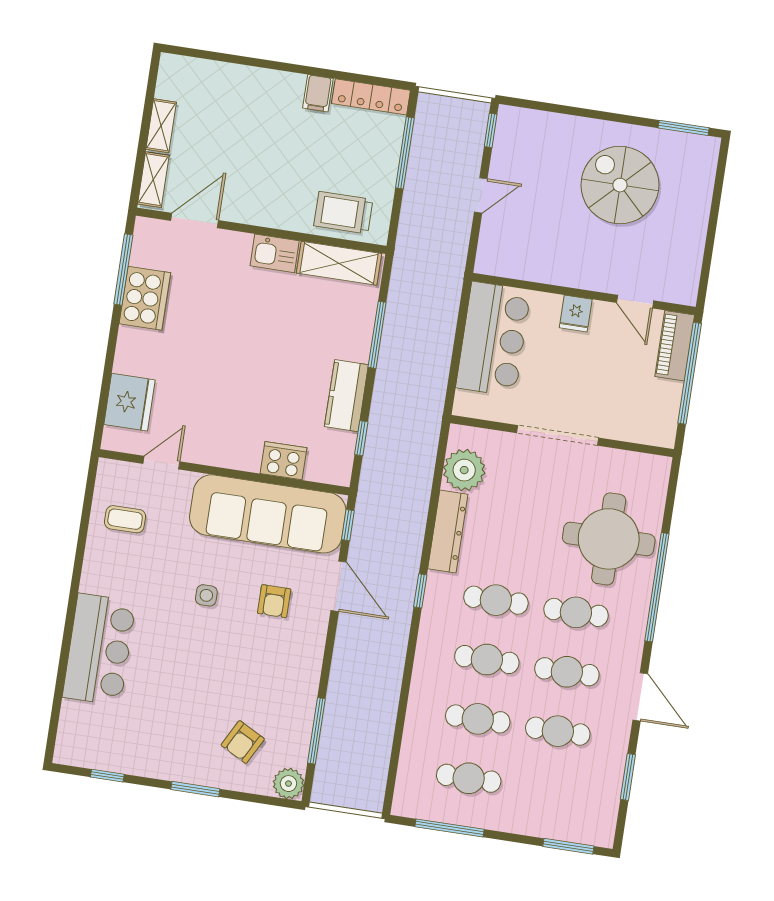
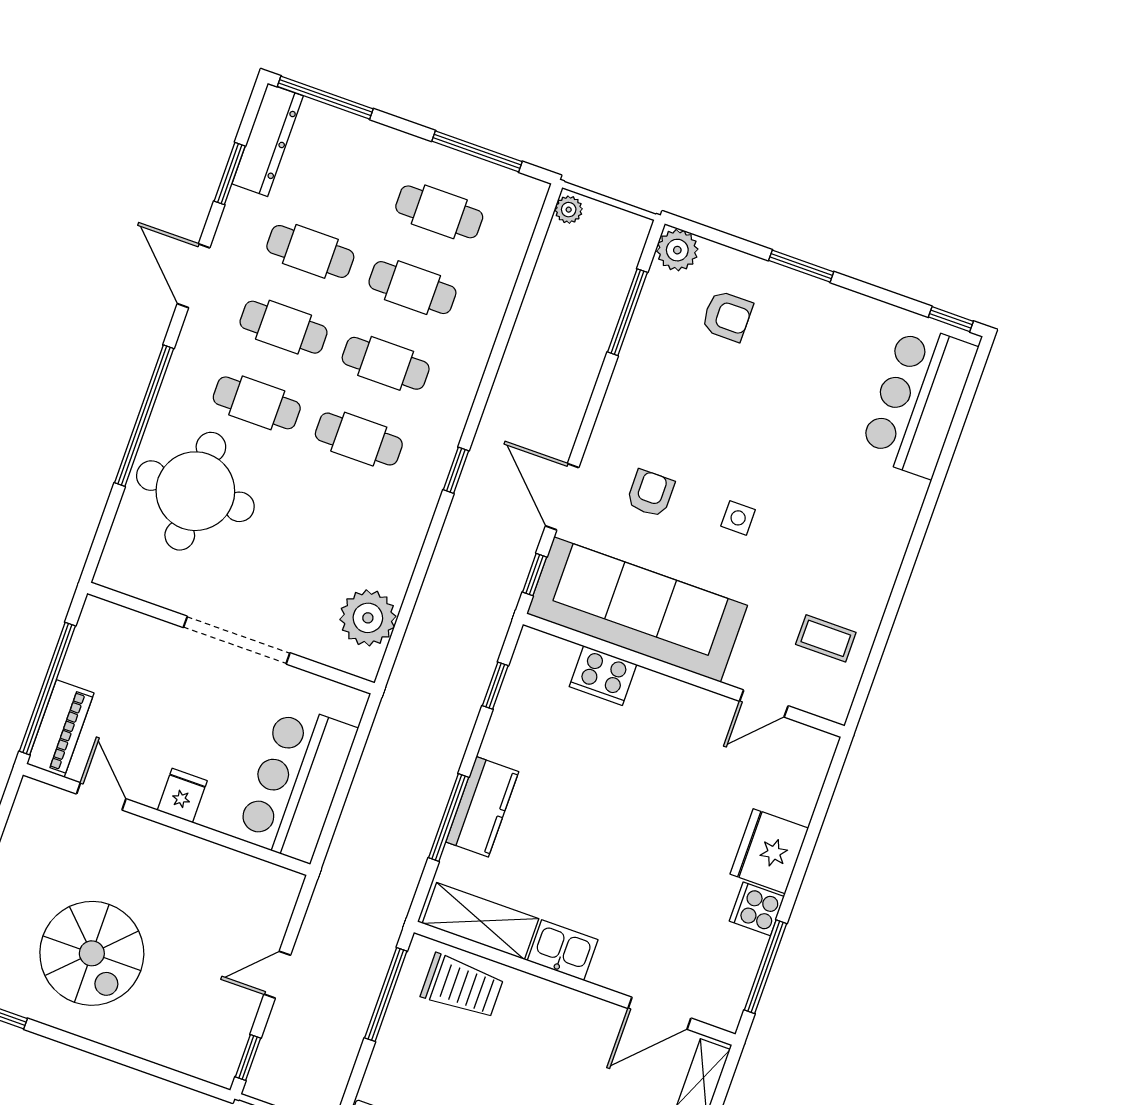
window: (405, 153) -> (386, 994), moved
cooker: (145, 298) -> (757, 909), width x0.53, depth x0.76
kitchen counter: (346, 396) -> (482, 807), moved
fridge: (129, 402) -> (769, 851), moved
dresser: (448, 532) -> (268, 140), moved, turned 180
bar counter: (99, 649) -> (918, 401), moved
armchair: (243, 742) -> (727, 316), turned 62
window: (107, 776) -> (951, 319), moved
plant: (374, 798) -> (569, 210), added
window: (568, 846) -> (325, 98), width x1.44

